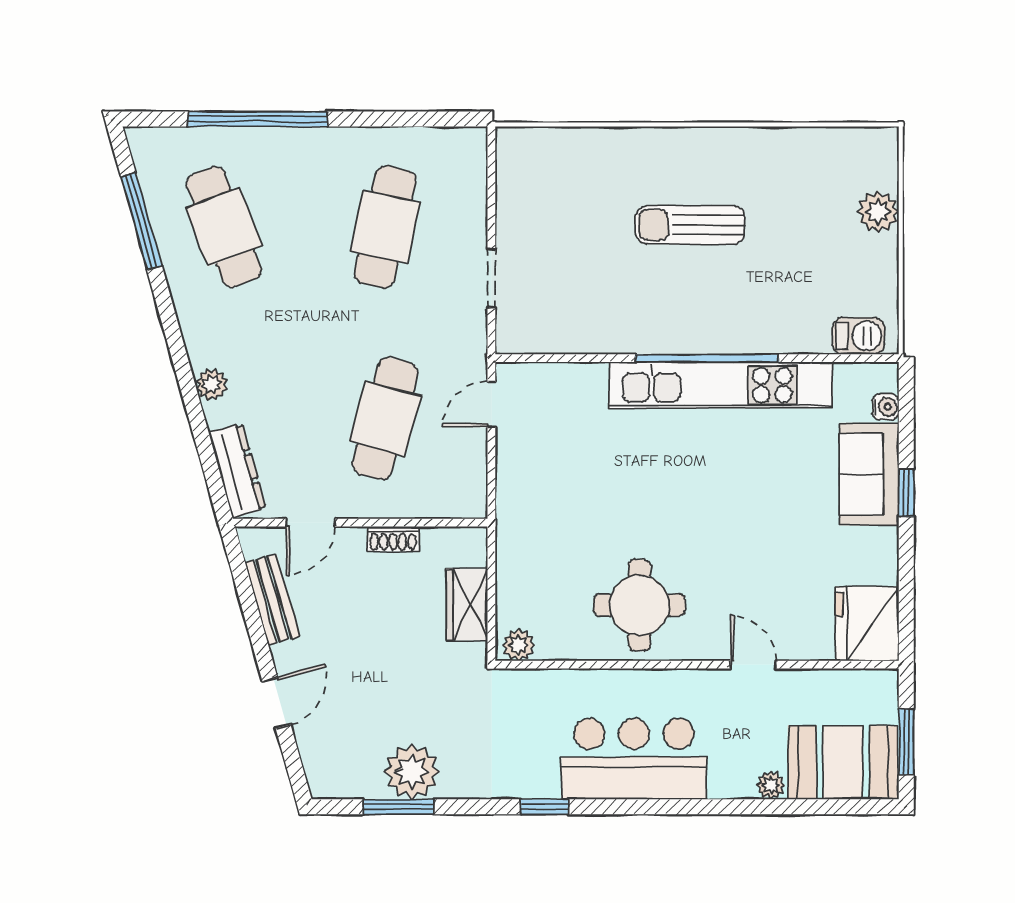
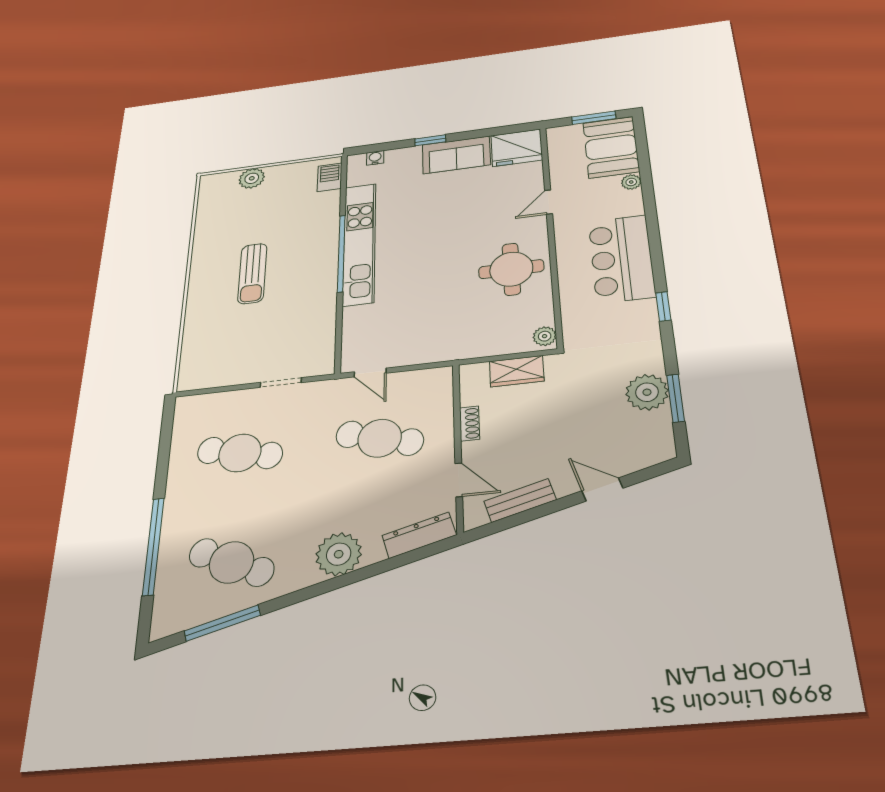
cafe table: (224, 227) -> (231, 562), turned 45
plant: (212, 385) -> (339, 554), width x1.87, depth x1.87
sofa: (869, 474) -> (456, 155), moved

